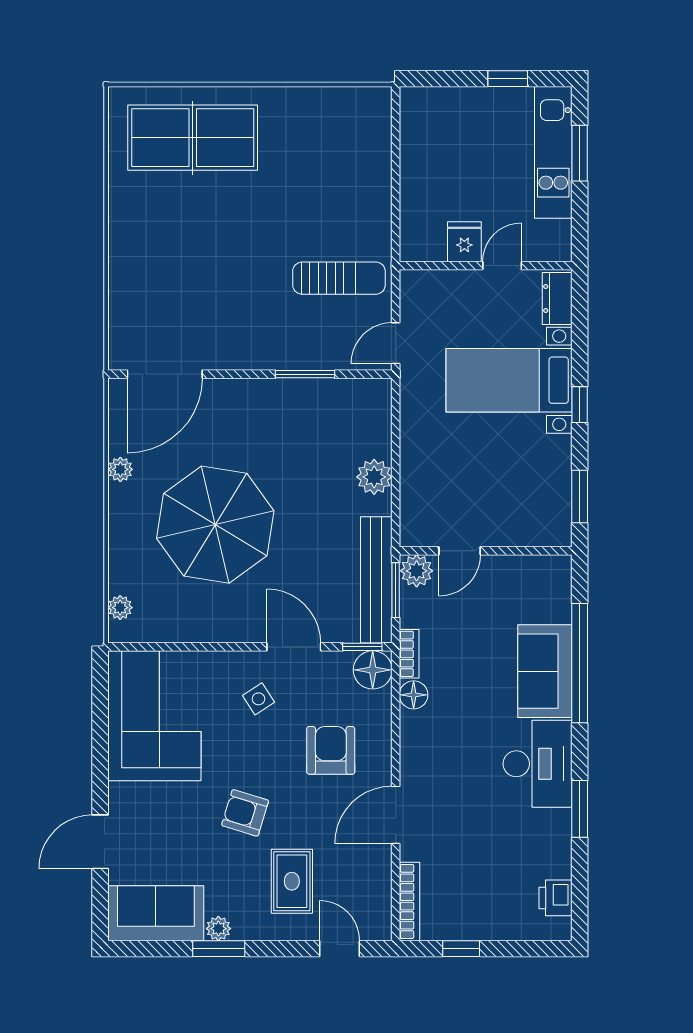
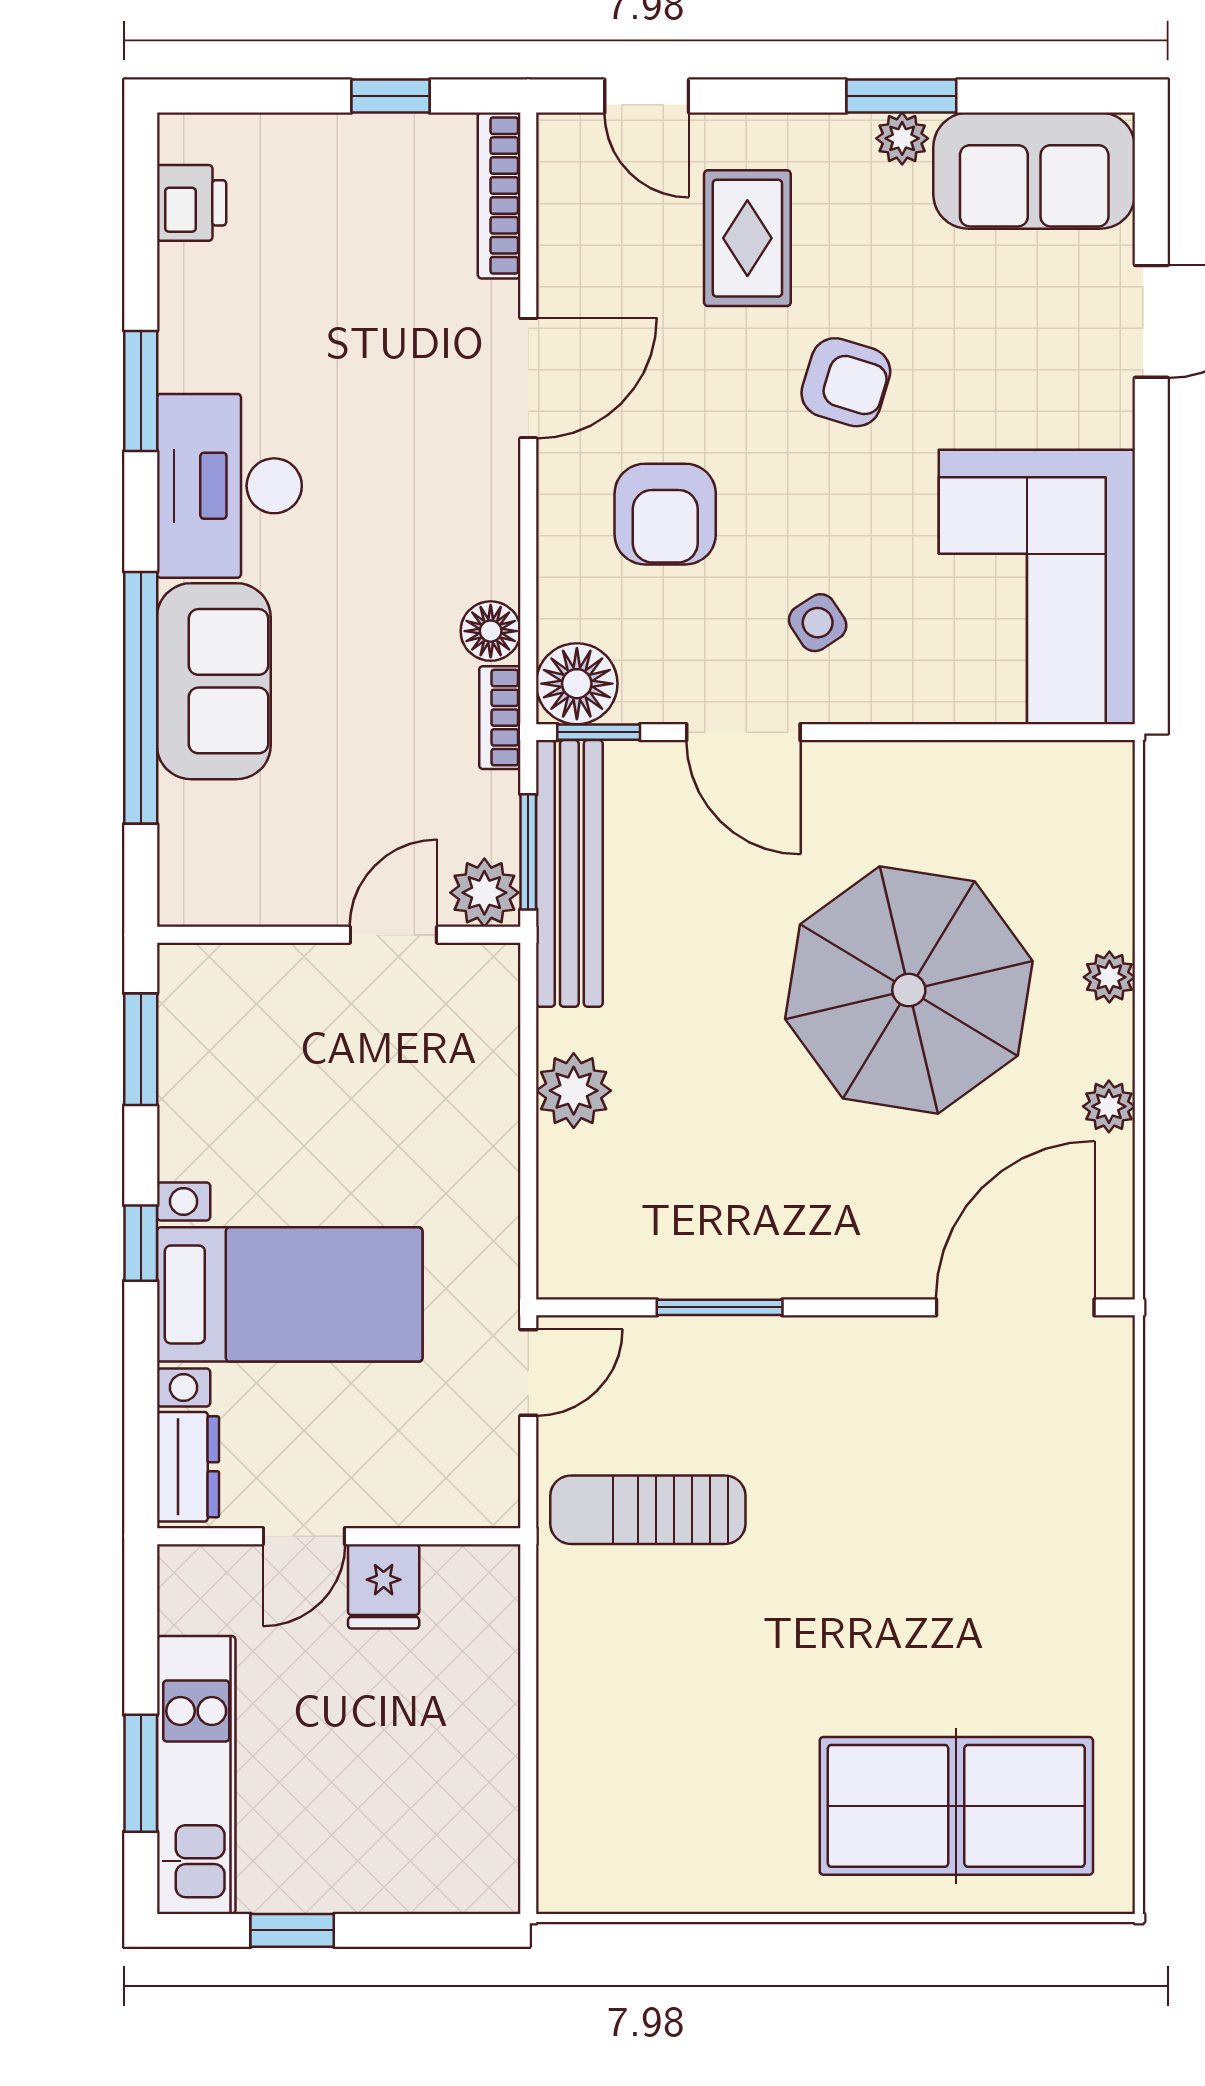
plant: (120, 608) -> (1109, 977), moved

